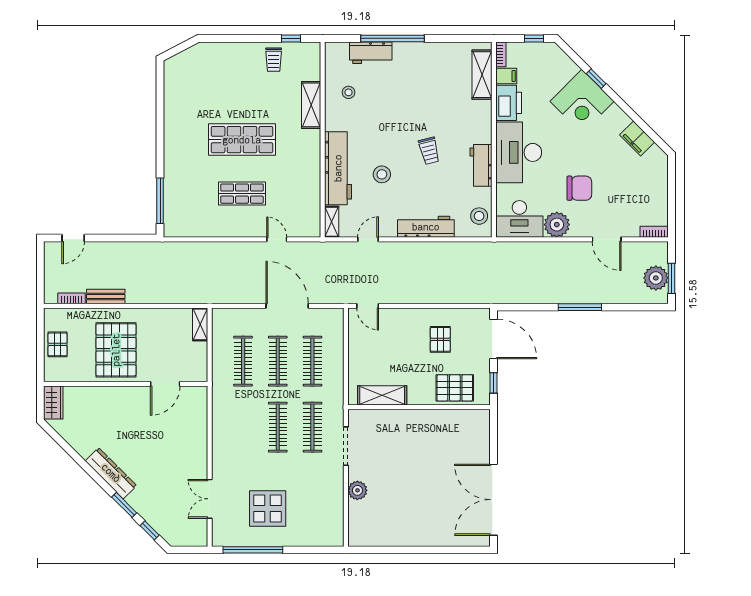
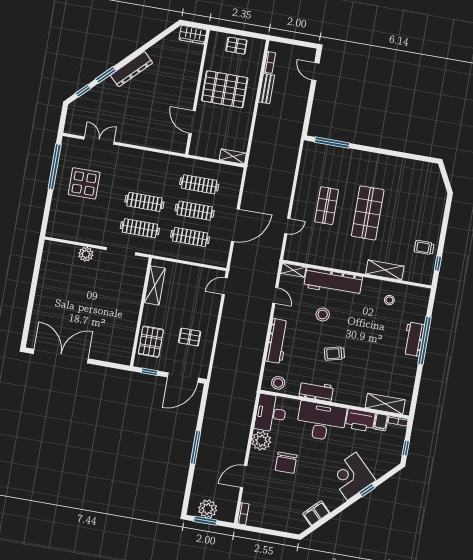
workbench: (371, 53) -> (414, 339), moved

